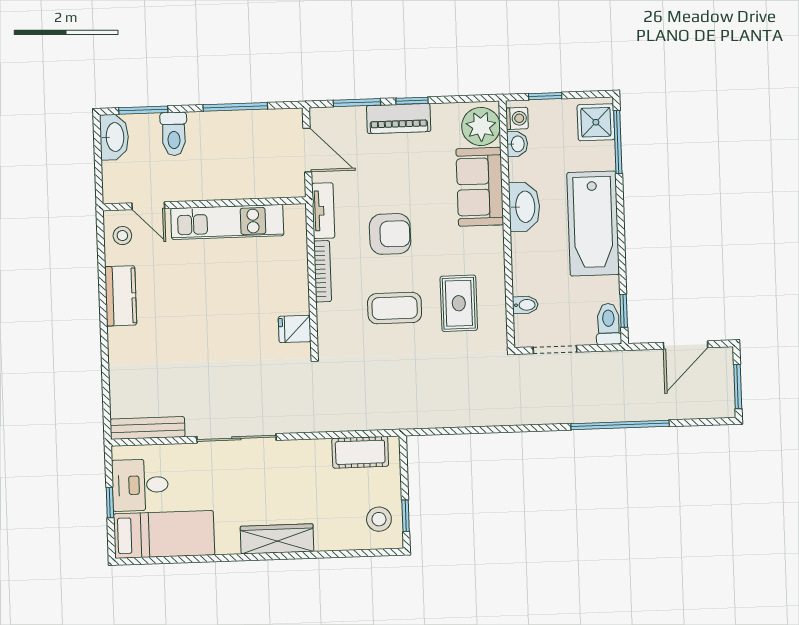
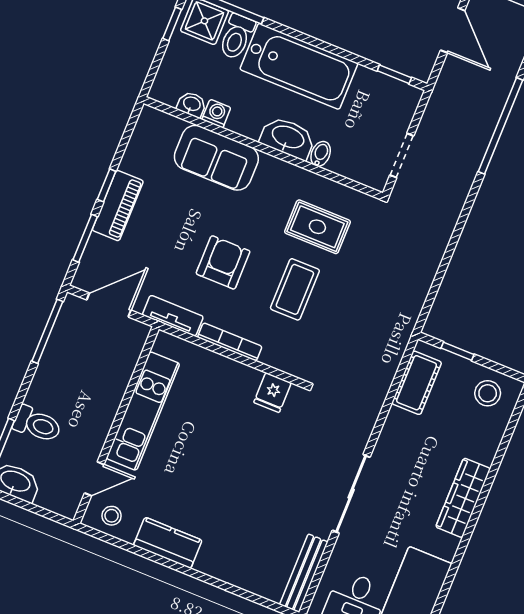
window: (545, 96) -> (172, 24), moved
window: (235, 107) -> (47, 331), moved
washing machine: (517, 118) -> (216, 113), moved
plant: (481, 126) -> (160, 131), removed
washbasin: (524, 207) -> (288, 138), moved
bidet: (525, 305) -> (321, 154), moved
toilet: (609, 324) -> (237, 37), moved, turned -90
window: (406, 516) -> (458, 351), moved

